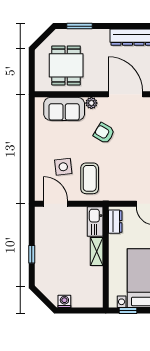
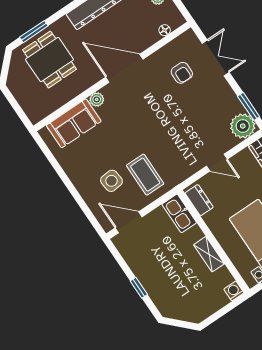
dining table: (66, 65) -> (49, 60), moved
armchair: (104, 133) -> (129, 121), removed
shelving: (97, 252) -> (209, 254), moved
washing machine: (64, 301) -> (234, 291), moved

